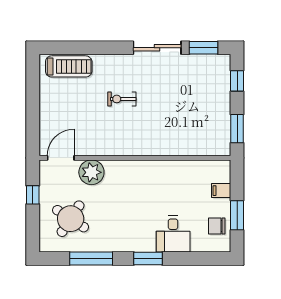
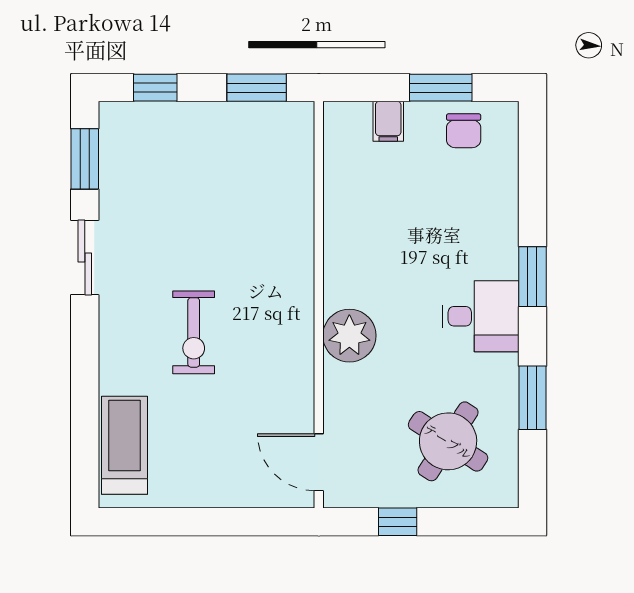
sliding door: (157, 48) -> (85, 257), width x0.73
exercise bike: (122, 99) -> (194, 332), width x1.38, depth x1.39
plant: (91, 172) -> (349, 336), moved
desk: (173, 234) -> (480, 316), moved
window: (91, 258) -> (532, 398), width x0.69

